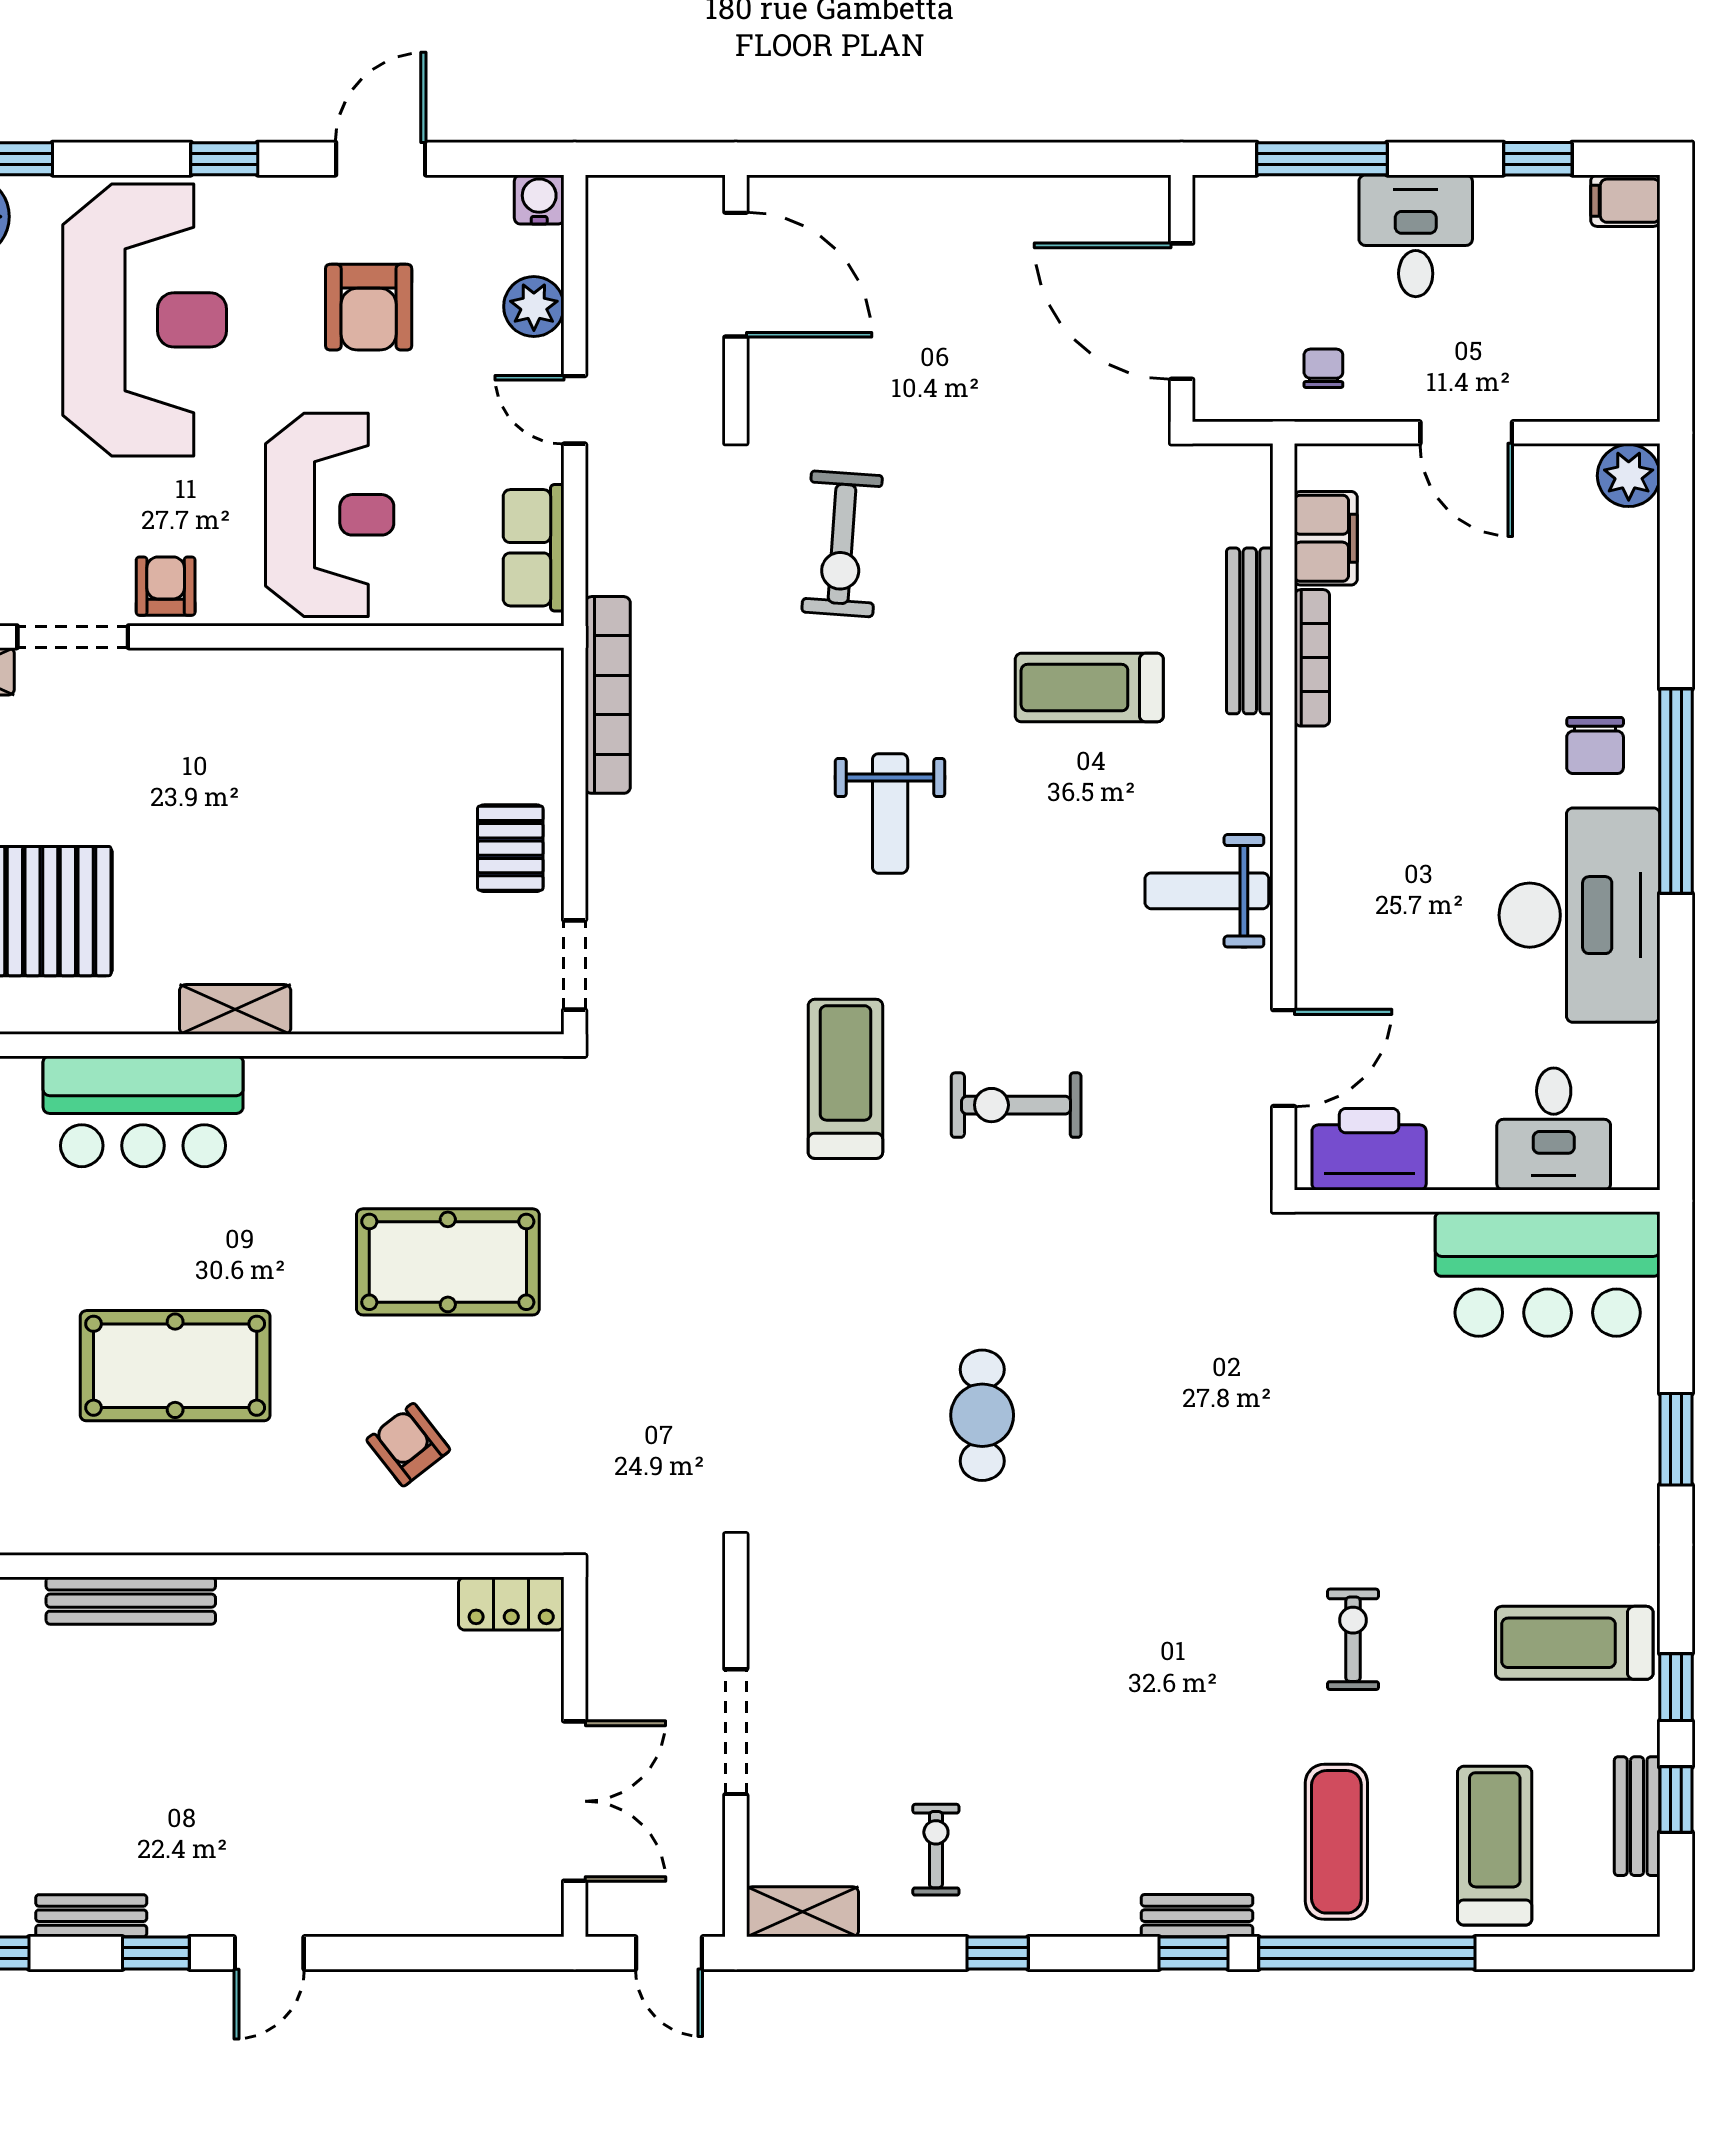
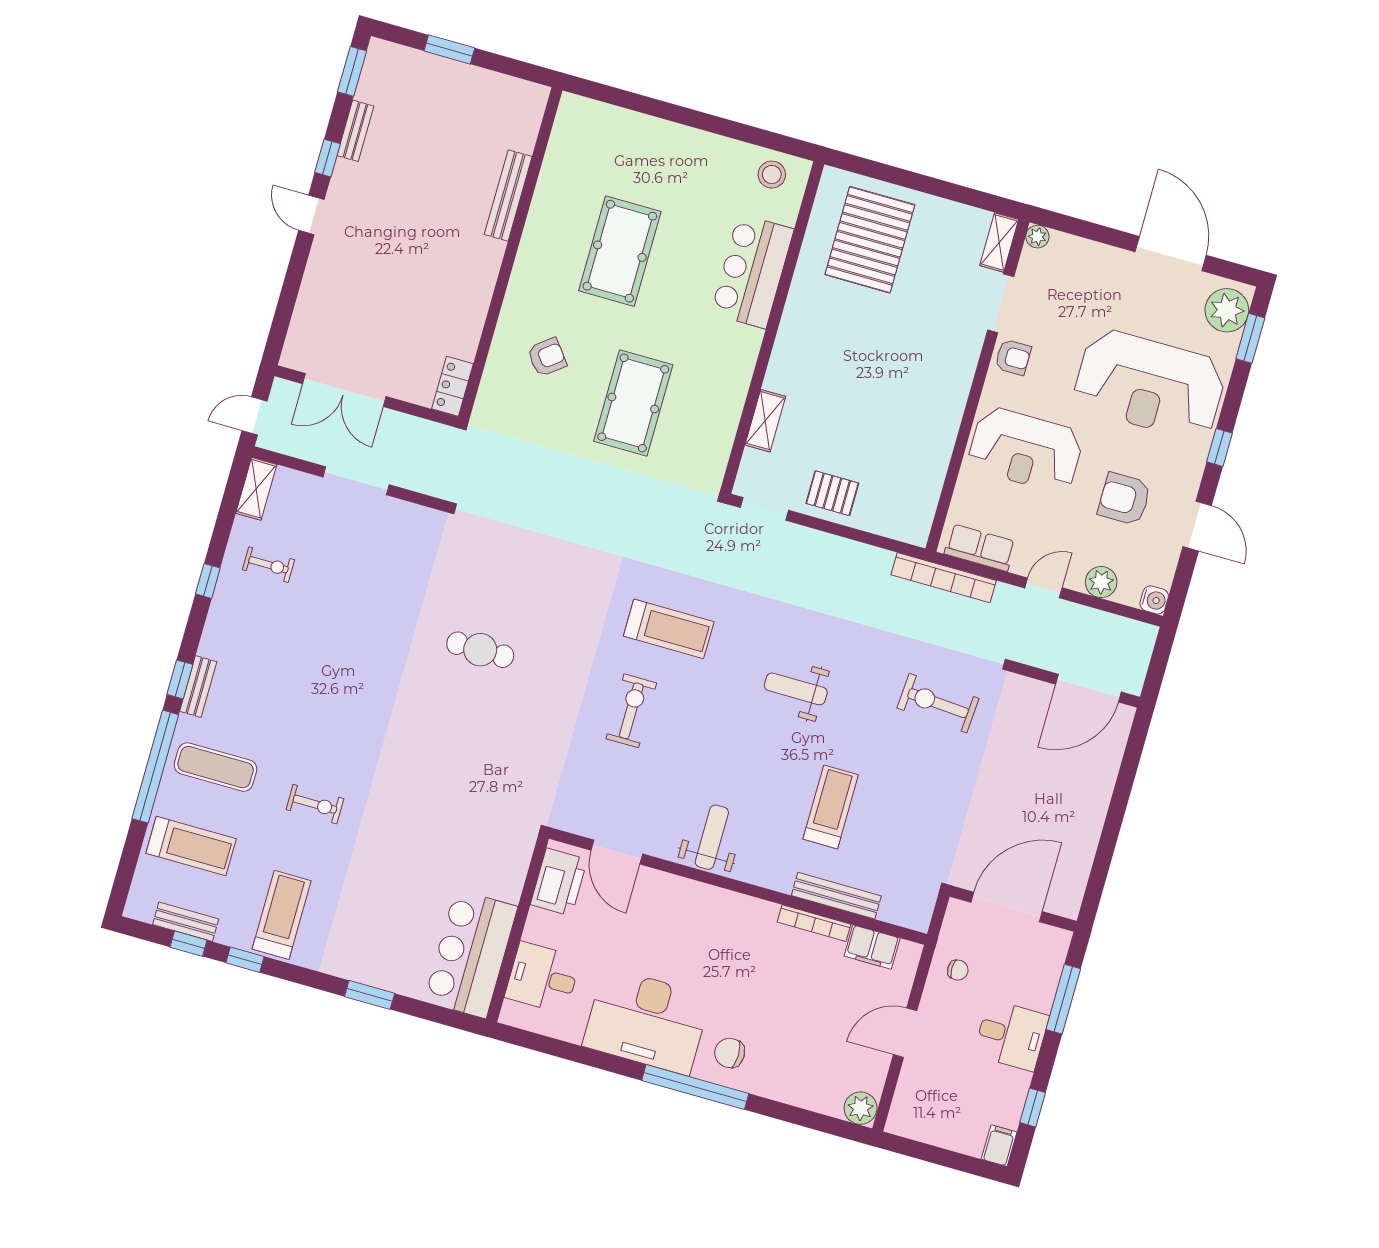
bookcase: (608, 695) -> (944, 578), moved
shelving: (235, 1009) -> (765, 421), moved

